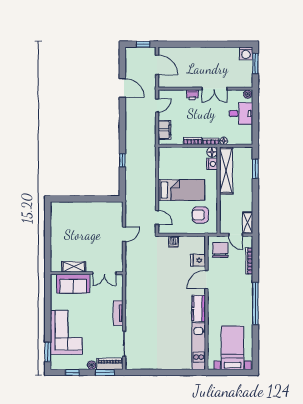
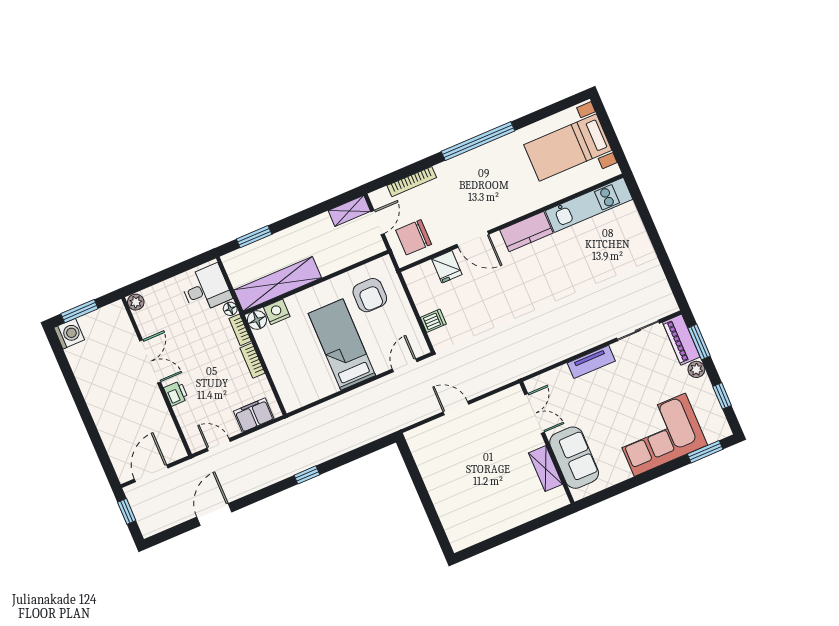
desk: (241, 114) -> (206, 289), moved, turned 90
window: (122, 160) -> (307, 475), moved

